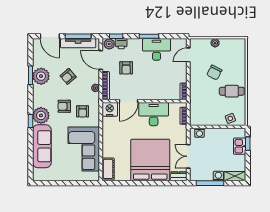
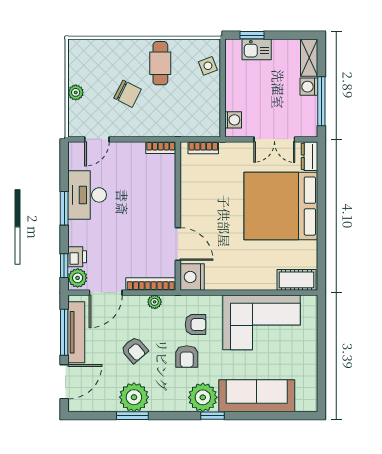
door: (188, 55) -> (97, 139), hinge flipped
armchair: (126, 68) -> (120, 248), removed
desk: (154, 114) -> (201, 200), removed

